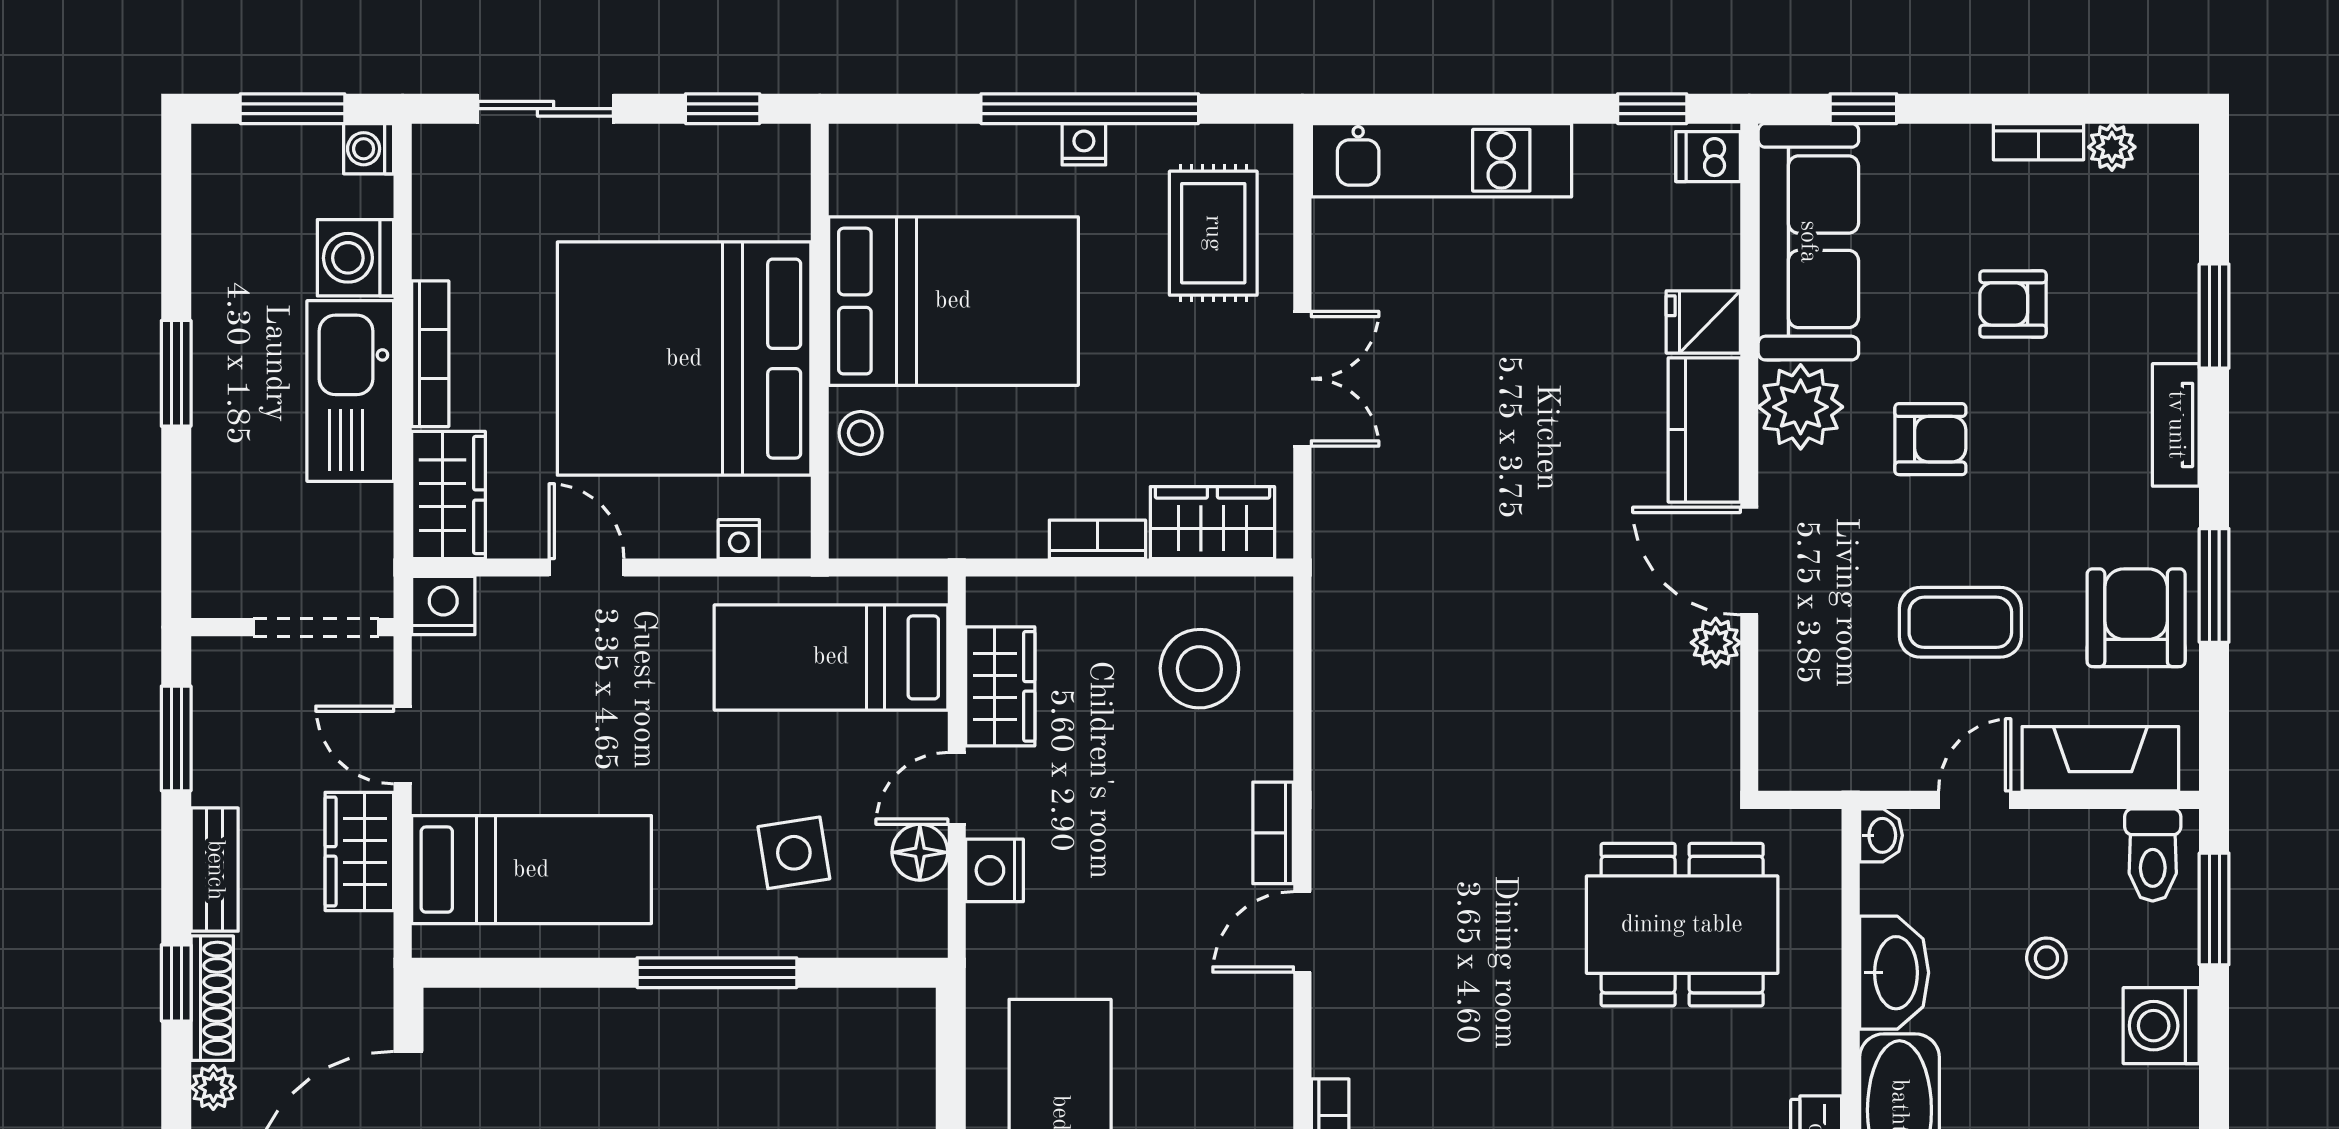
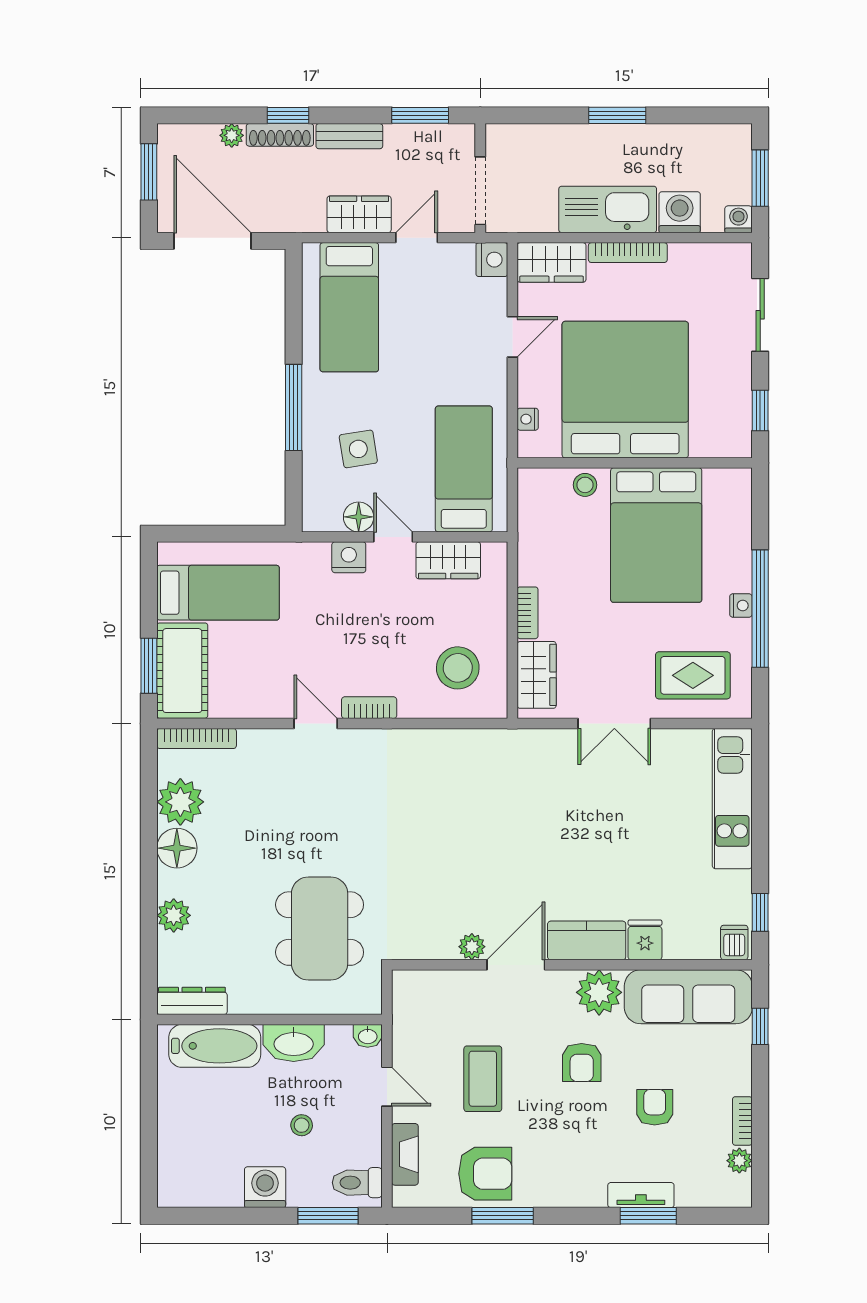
tv unit: (2176, 425) -> (641, 1195), moved
fireplace: (2100, 759) -> (405, 1154), width x0.73, depth x0.76

